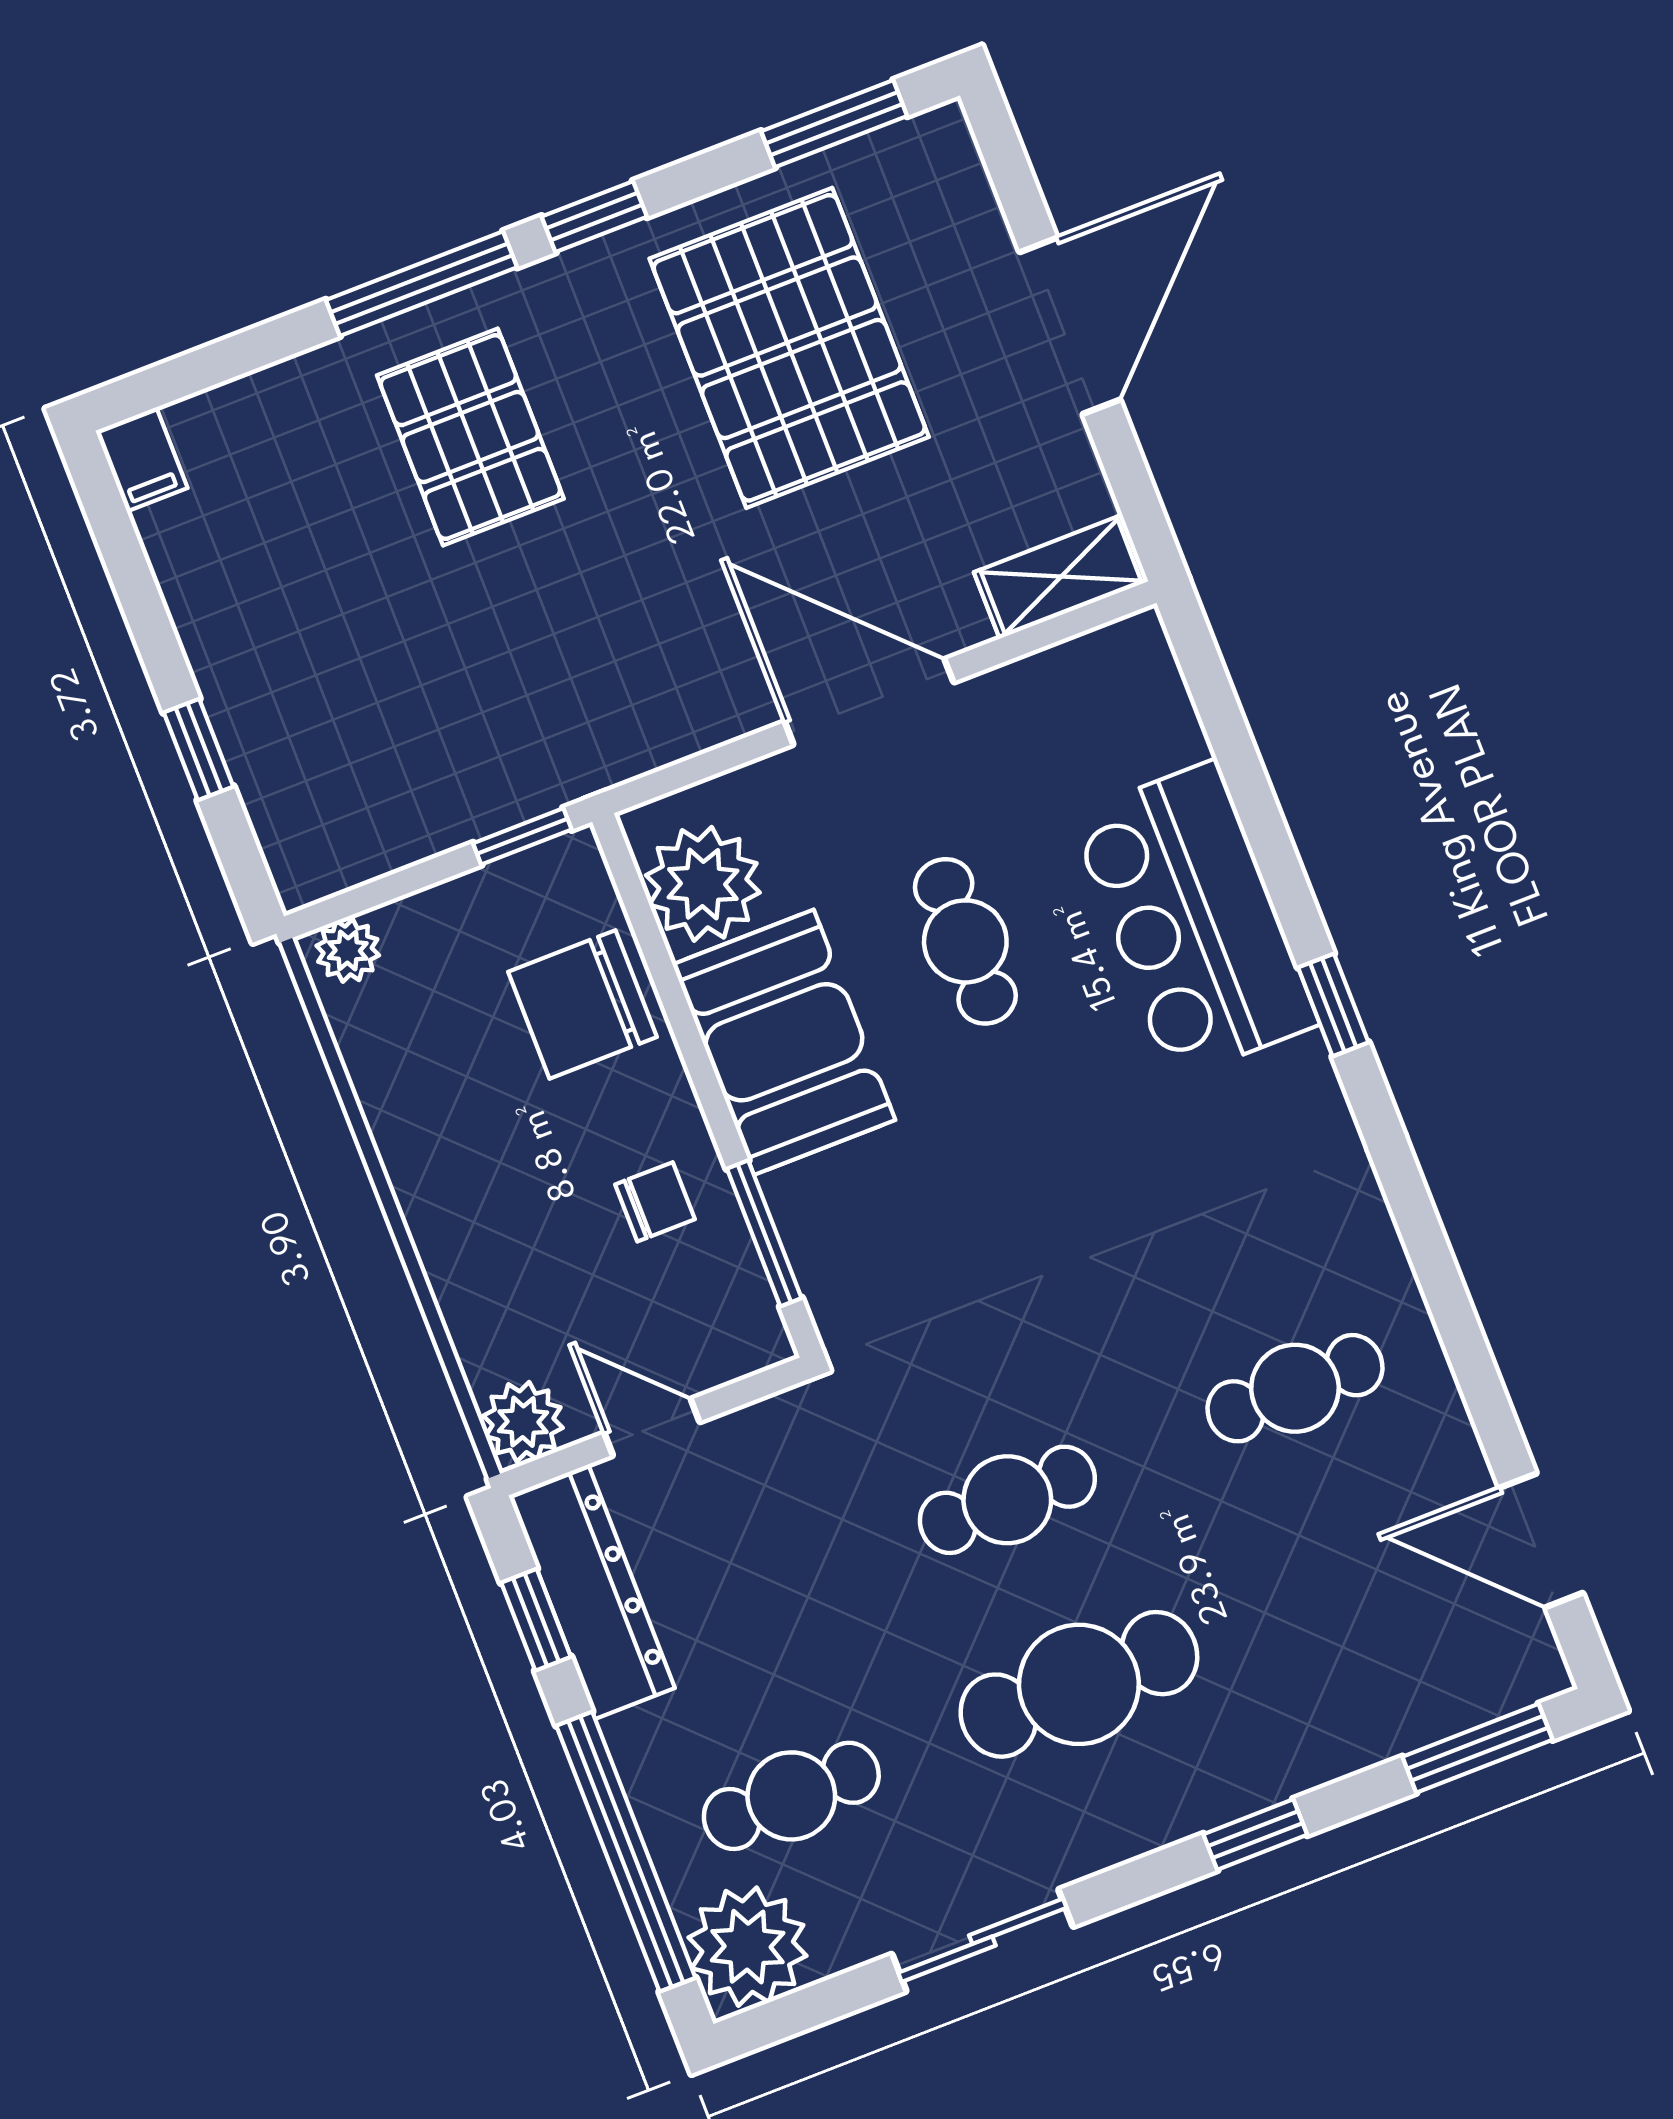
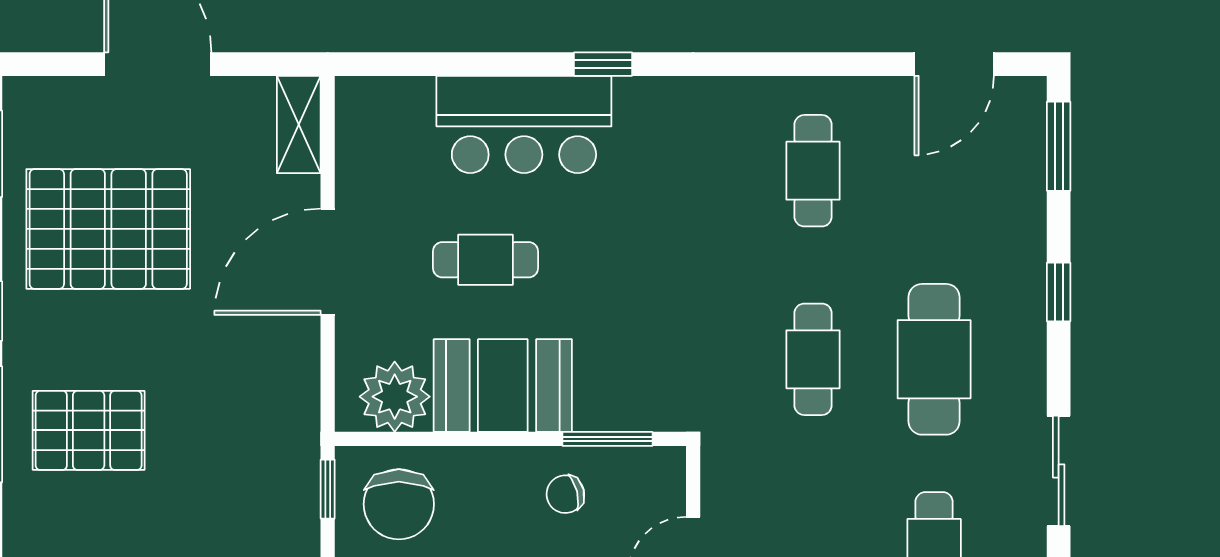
chair: (582, 1004) -> (399, 504), moved
chair: (655, 1202) -> (565, 494), turned -104

